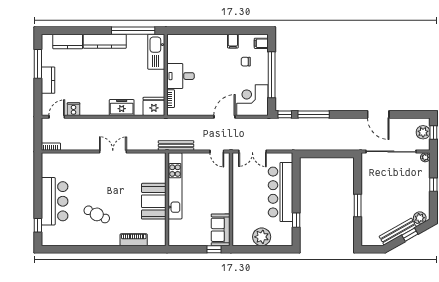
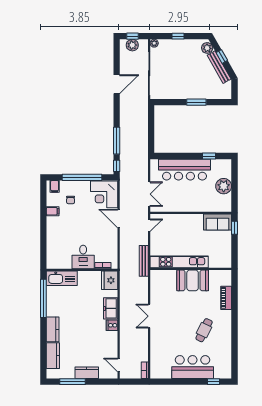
kitchen counter: (105, 41) -> (53, 329), width x0.67
cooker: (73, 109) -> (112, 325), moved

